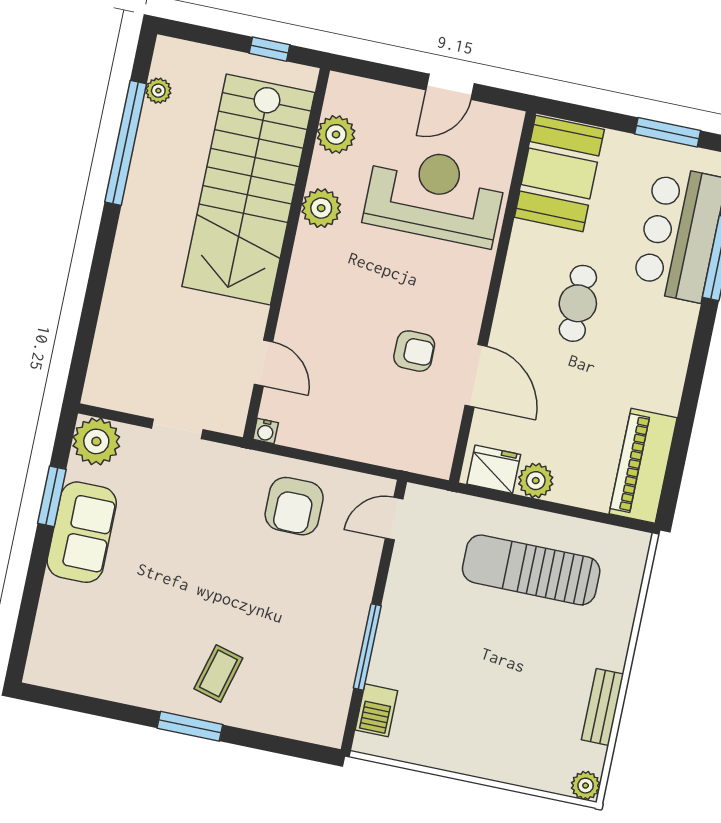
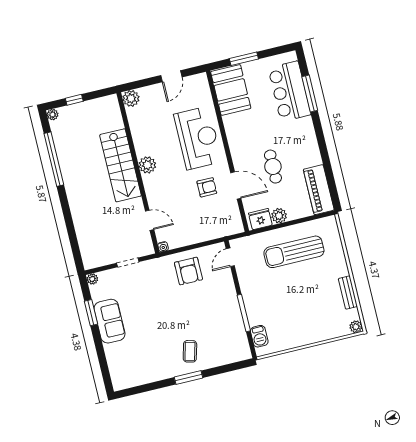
window: (270, 49) -> (74, 100), moved
plant: (158, 91) -> (53, 115), moved
window: (668, 132) -> (244, 59), moved
plant: (336, 134) -> (131, 98), moved
stairs: (248, 190) -> (120, 165), width x0.73, depth x0.66
reception desk: (435, 195) -> (198, 138), moved, turned 90
plant: (321, 208) -> (147, 165), moved
cafe table: (578, 303) -> (273, 167), moved
plant: (96, 441) -> (92, 279), width x0.53, depth x0.53

